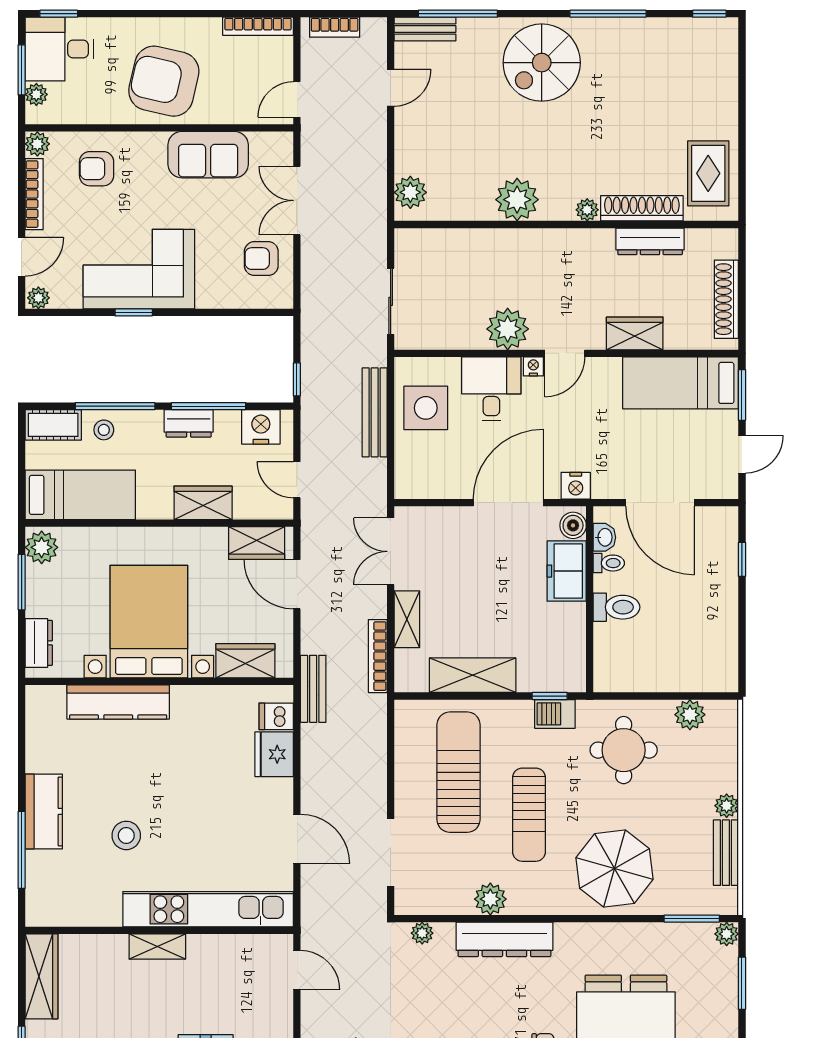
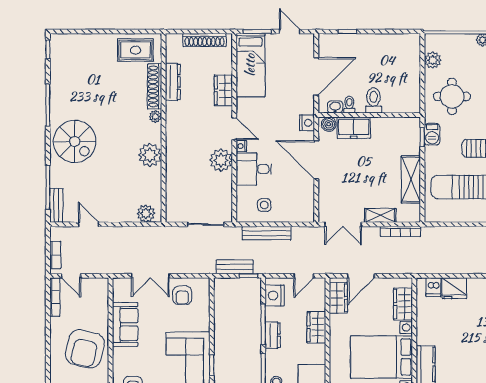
door: (297, 99) -> (71, 276), moved
side table: (426, 408) -> (264, 205), width x0.54, depth x0.54
bench: (313, 689) -> (235, 267), moved

